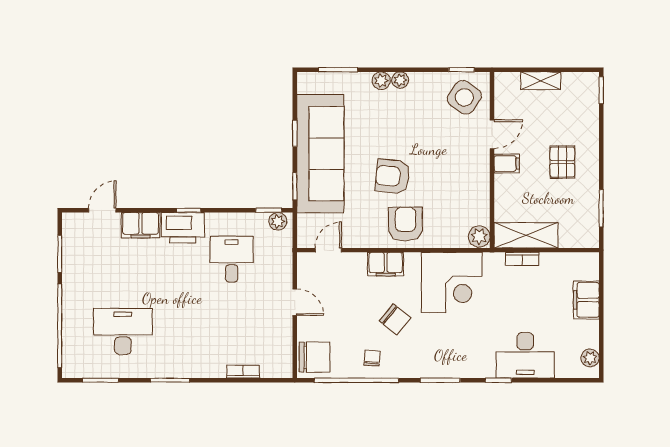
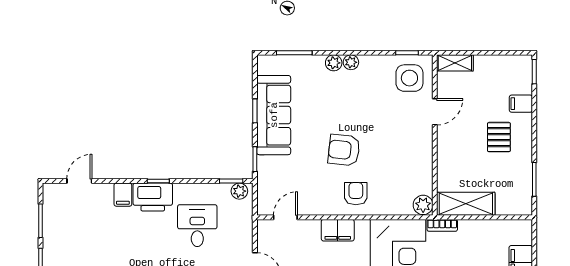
shelving: (541, 81) -> (455, 63), moved
side table: (464, 97) -> (409, 78), turned -35
sofa: (320, 154) -> (274, 115), width x0.74, depth x0.79
filing cabinet: (507, 164) -> (521, 104), moved, turned 180
armchair: (405, 224) -> (356, 194), width x0.72, depth x0.72
filing cabinet: (140, 225) -> (123, 195), width x0.50
bookcase: (522, 259) -> (442, 225), moved

